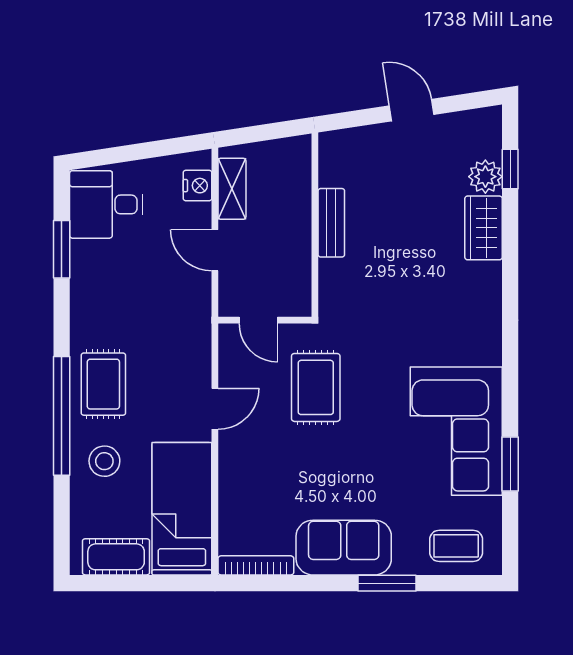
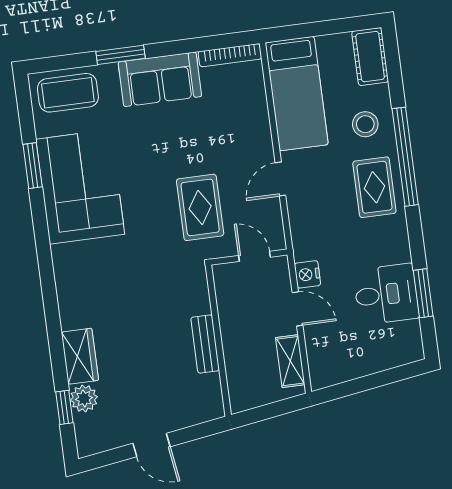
nightstand: (198, 186) -> (307, 274), moved
desk: (106, 204) -> (386, 294), moved
coffee table: (456, 546) -> (68, 93), width x1.36, depth x1.30
cot: (116, 557) -> (370, 57), moved, turned 90

